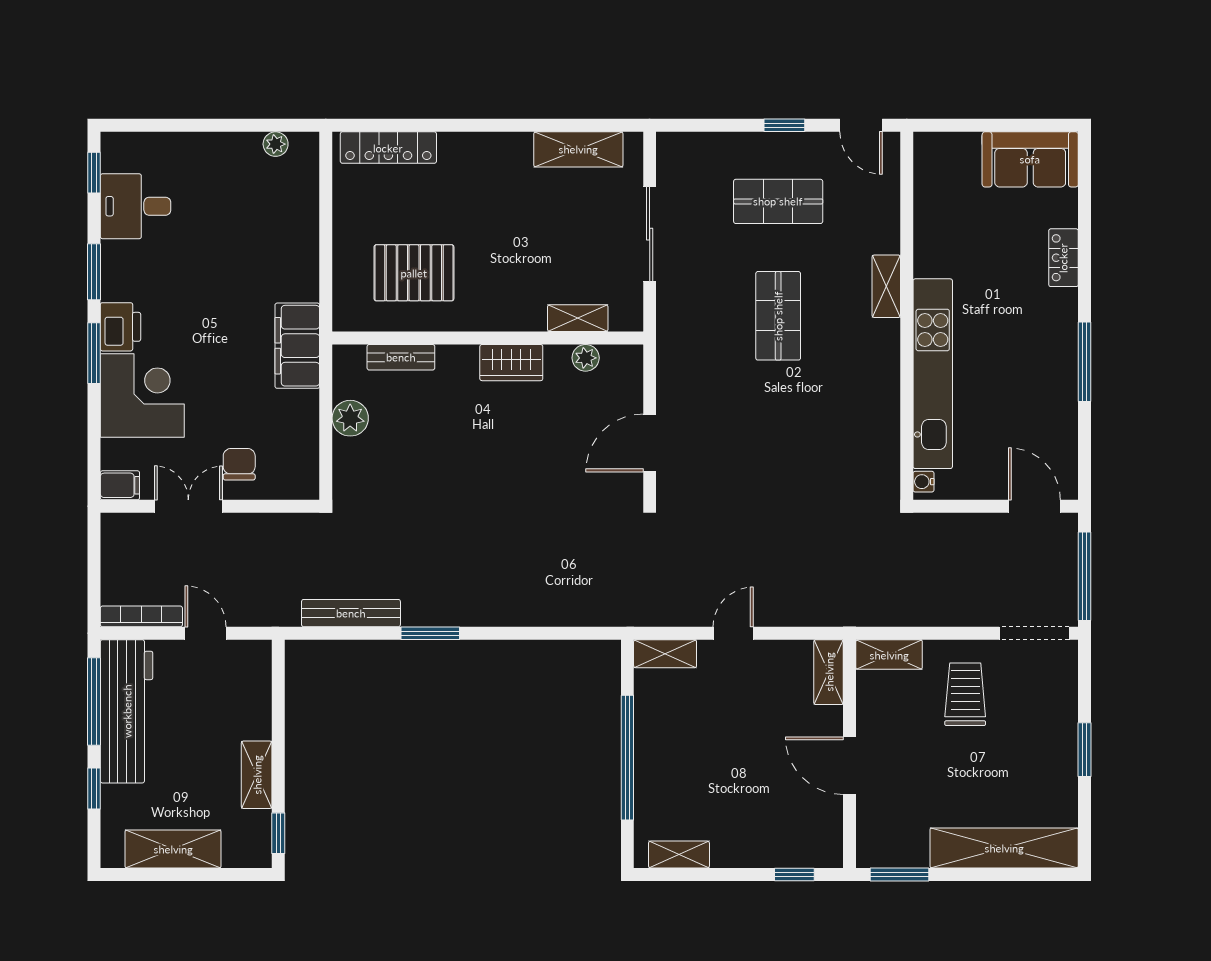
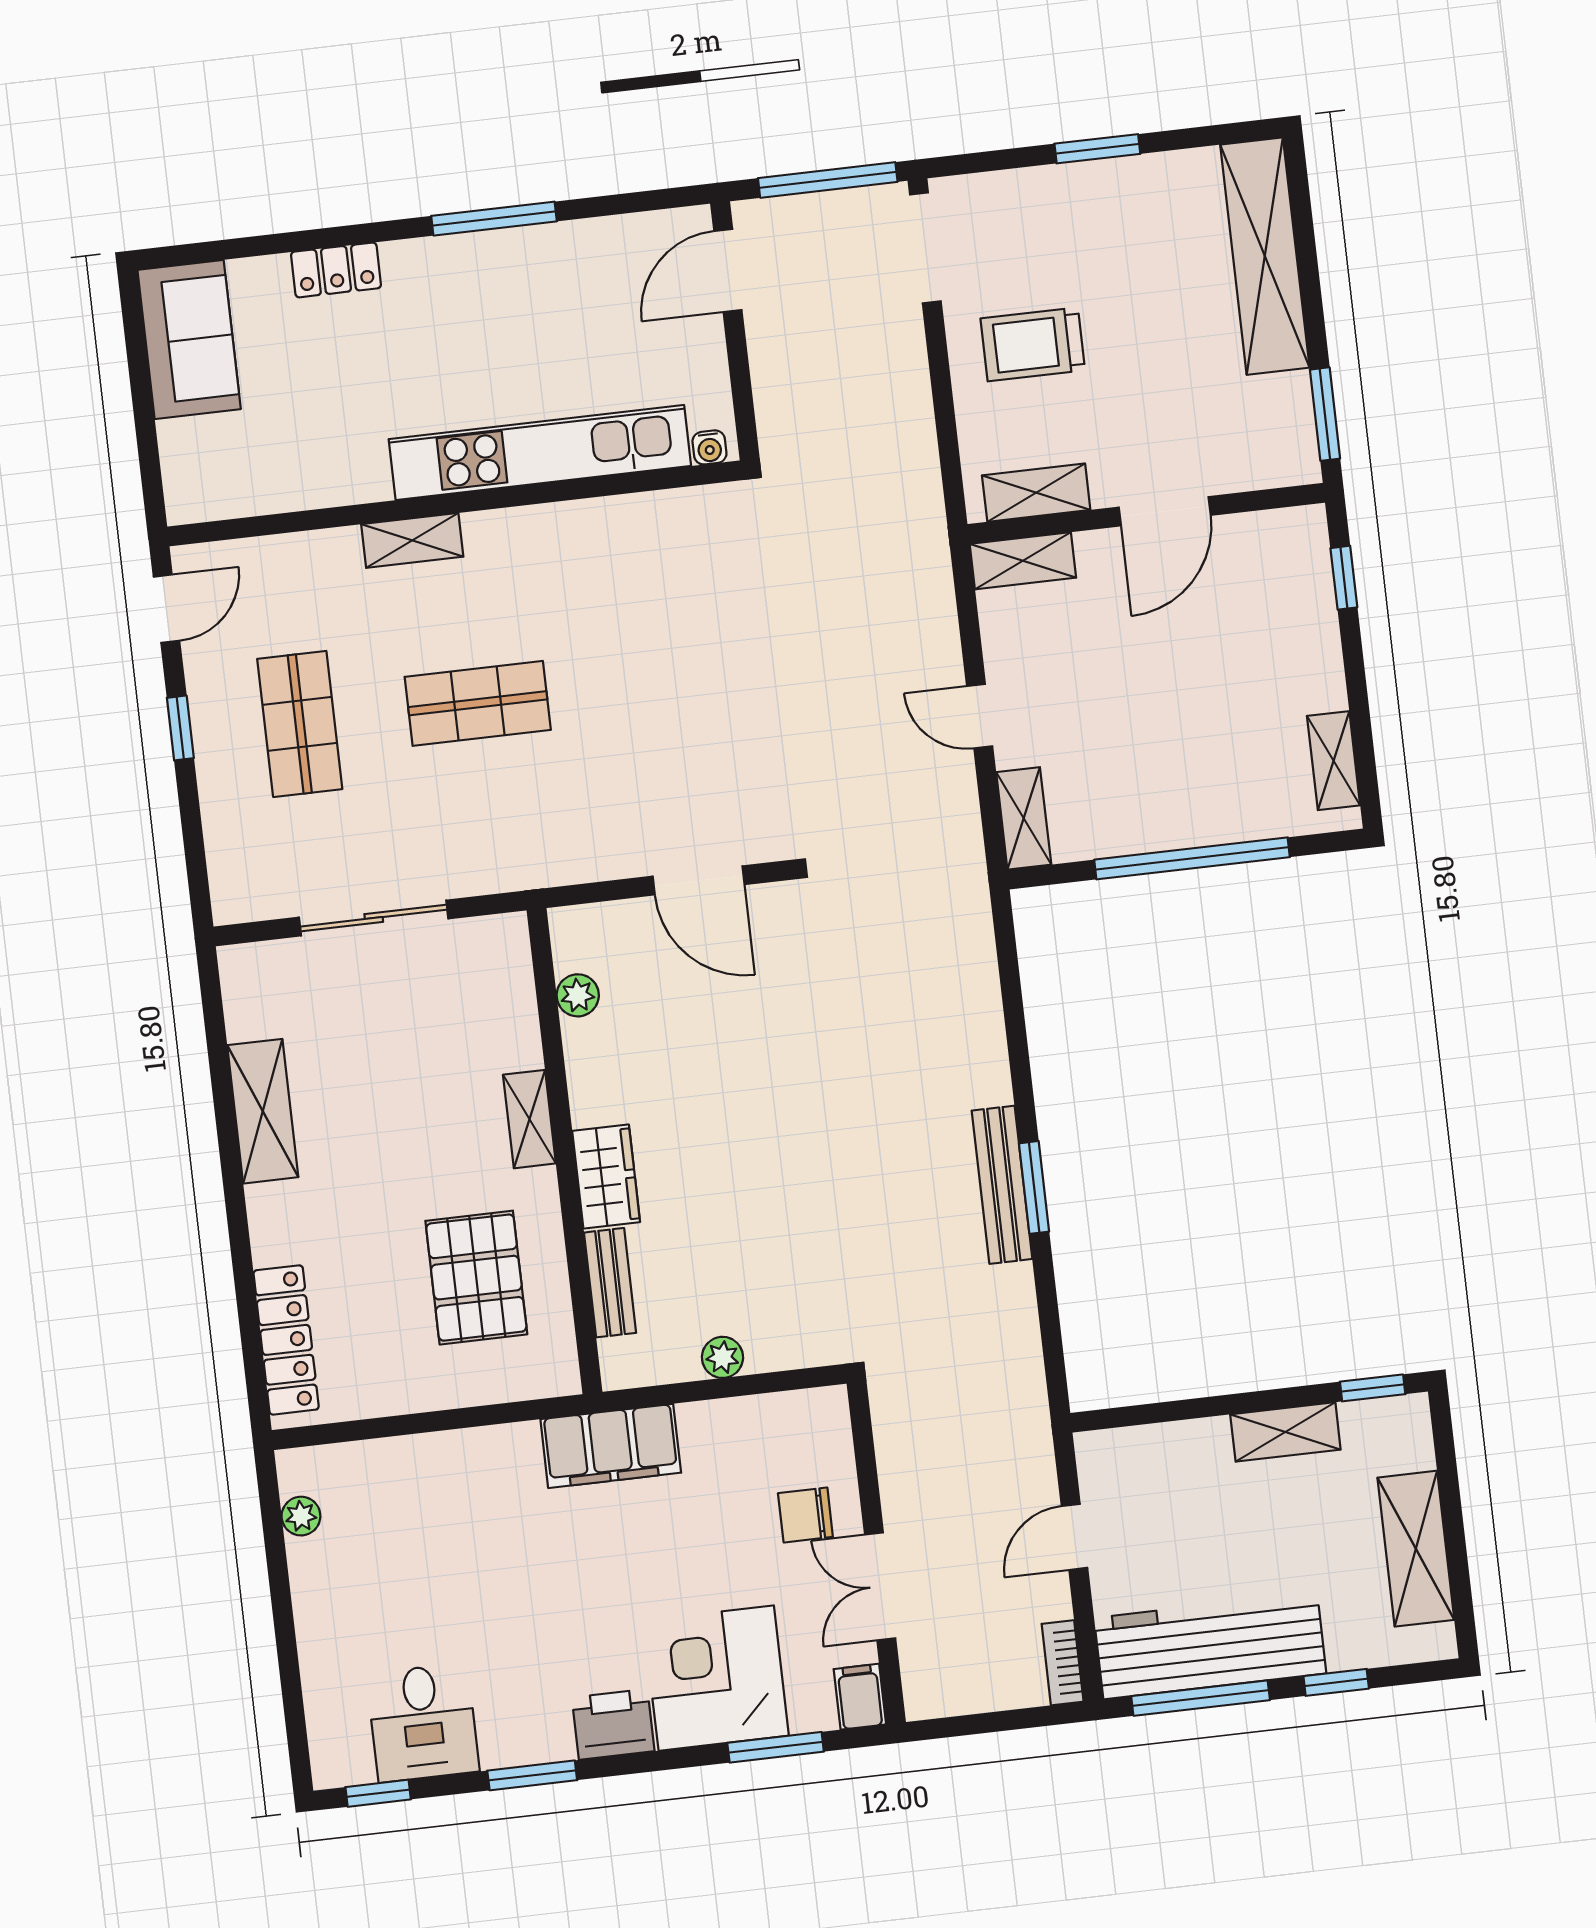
shelving: (578, 149) -> (263, 1111), moved
shelving: (578, 318) -> (529, 1119), moved
window: (94, 353) -> (776, 1747), moved
wardrobe: (511, 363) -> (606, 1176), moved
plant: (350, 418) -> (722, 1357), width x0.73, depth x0.73
bench: (351, 613) -> (1002, 1185), moved
bookcase: (141, 616) -> (1063, 1663), width x0.64
shelving: (889, 655) -> (1036, 493), moved, turned 90

